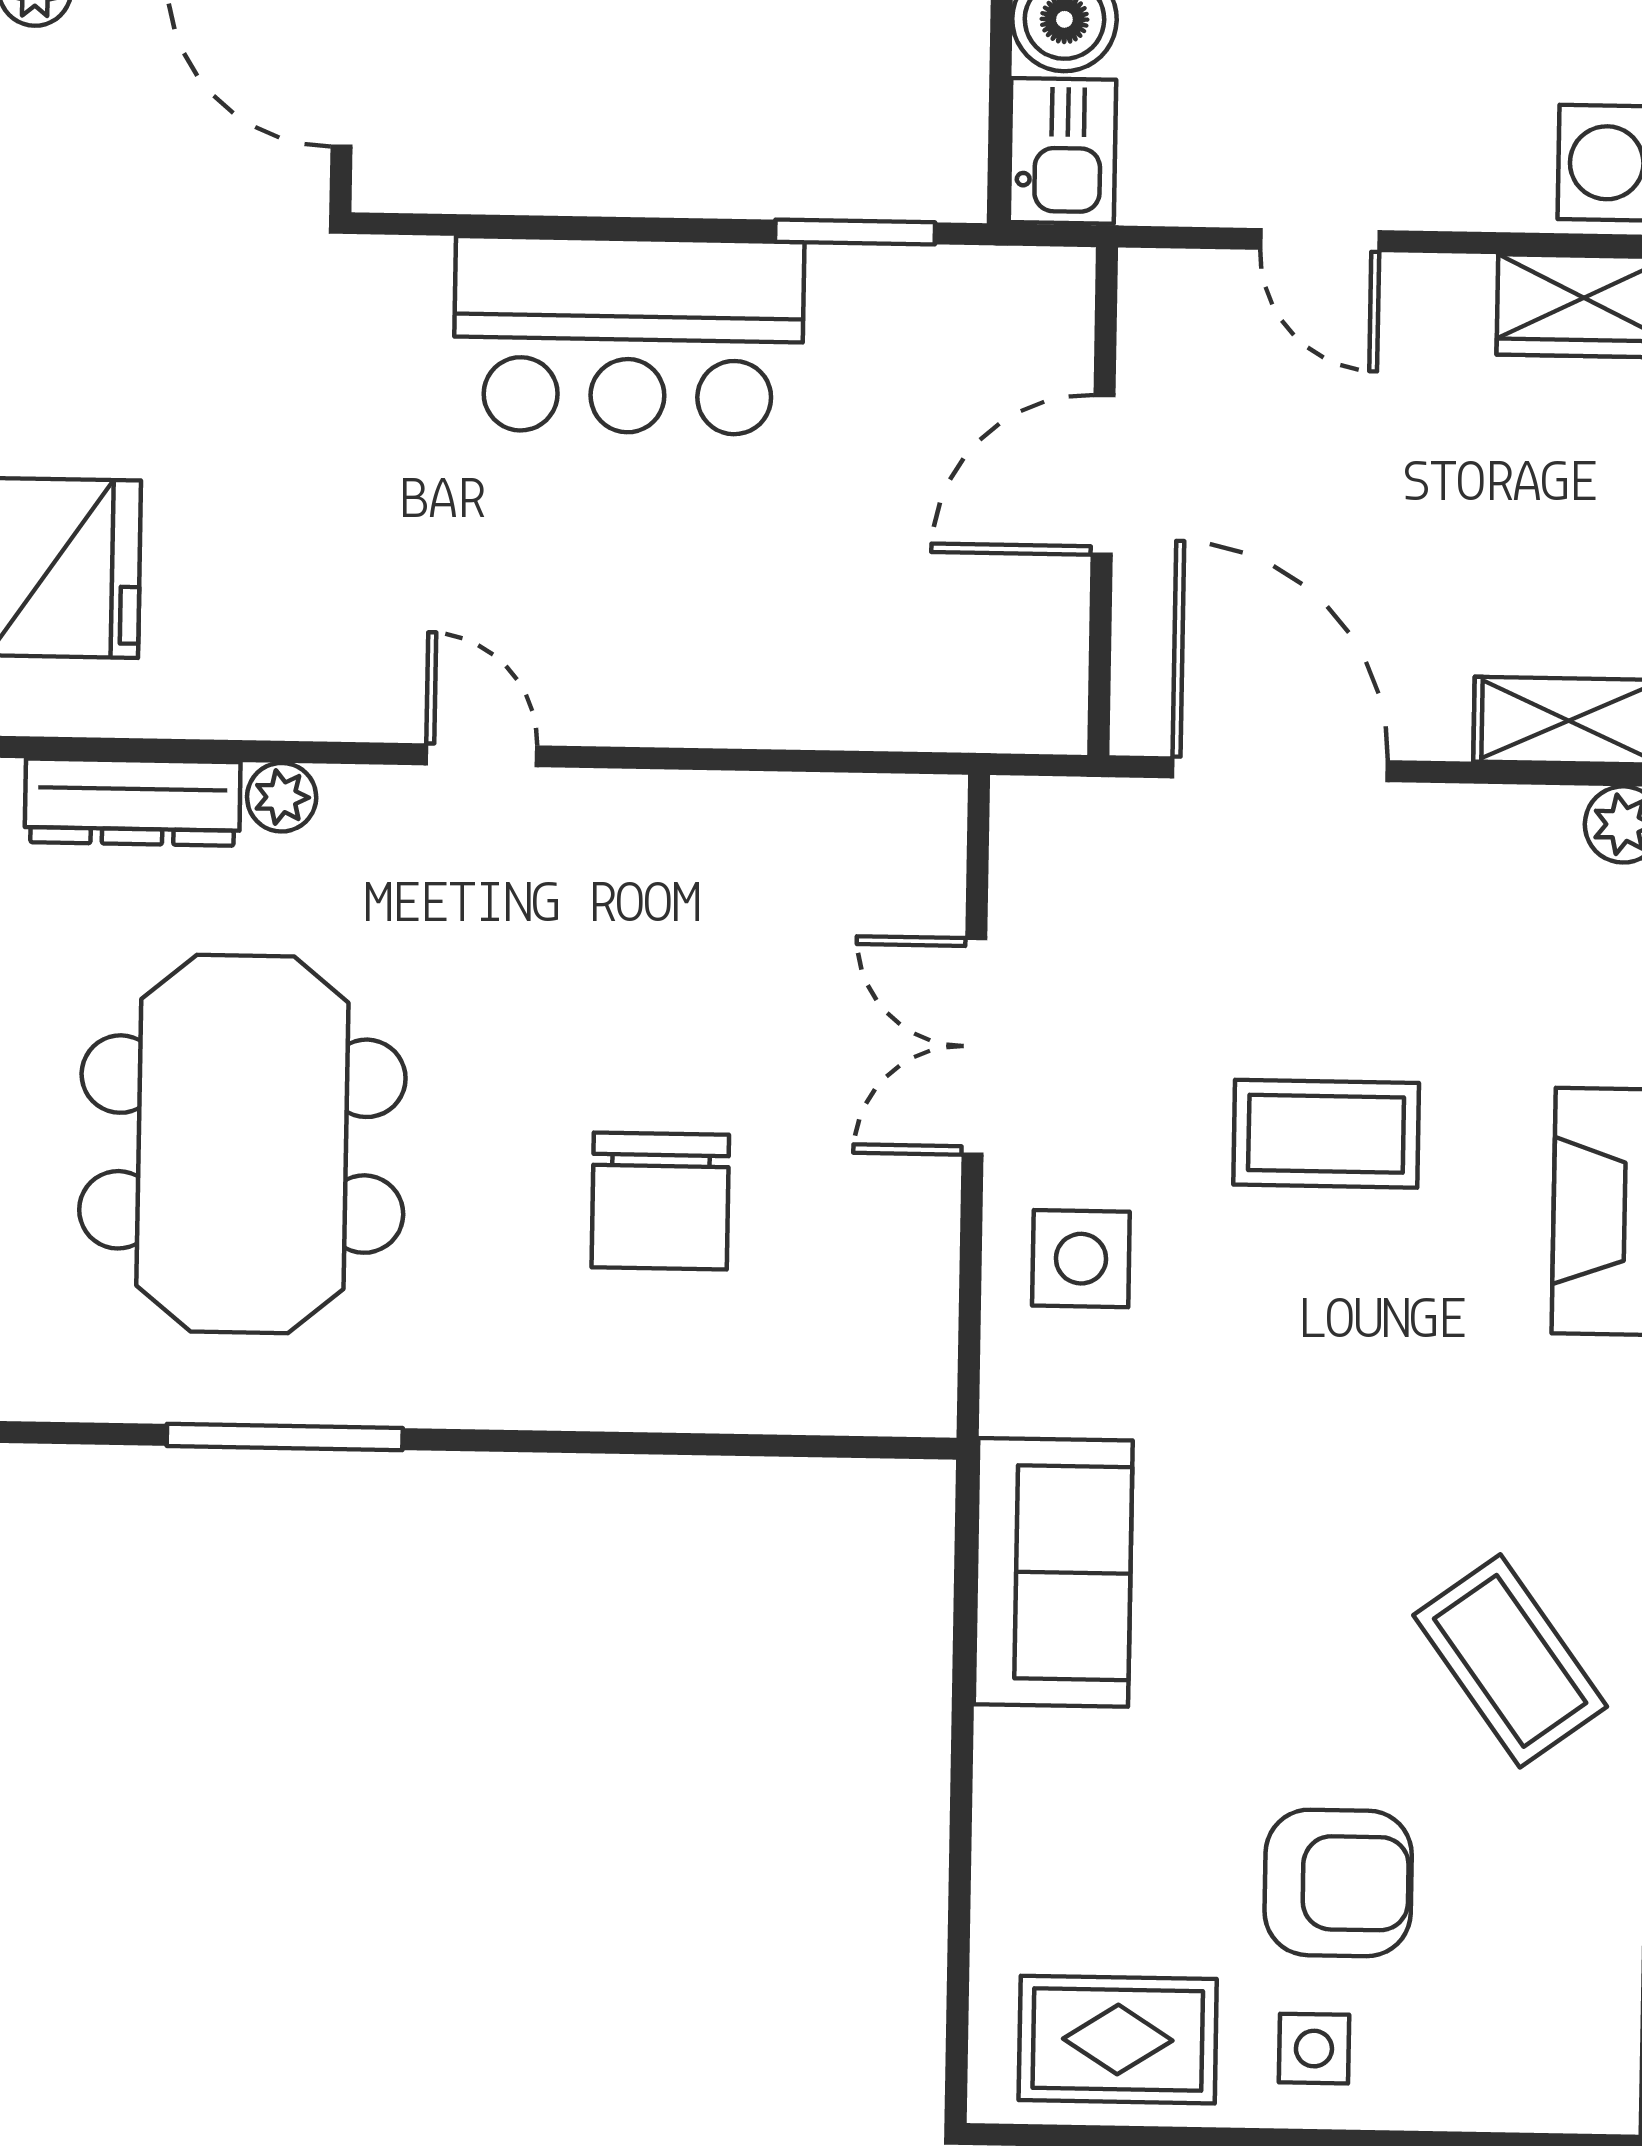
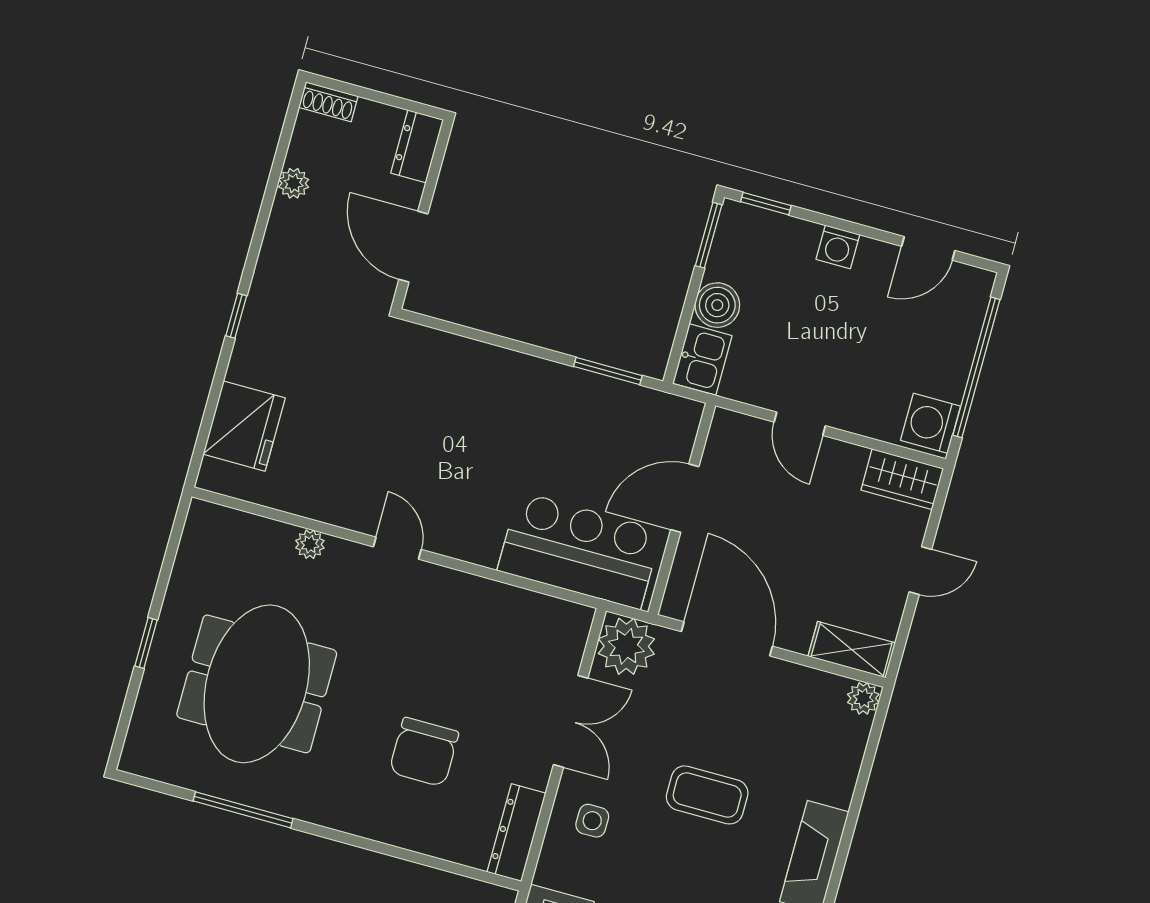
bar counter: (628, 336) -> (579, 551), moved, turned 180
dresser: (133, 802) -> (516, 833), moved, turned 90
plant: (1057, 844) -> (626, 646), added
double door: (974, 1046) -> (571, 721), swing flipped
side table: (1081, 1259) -> (592, 821), width x0.73, depth x0.73

